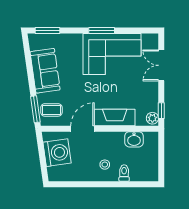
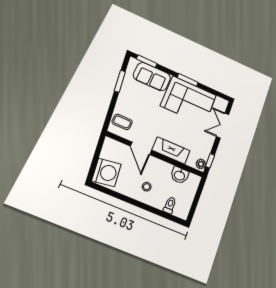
sofa: (45, 71) -> (152, 77), moved, turned 98
window: (35, 109) -> (120, 81), moved
door: (83, 129) -> (141, 148), swing flipped
washing machine: (57, 153) -> (106, 172), moved
toilet: (124, 173) -> (170, 205), moved

